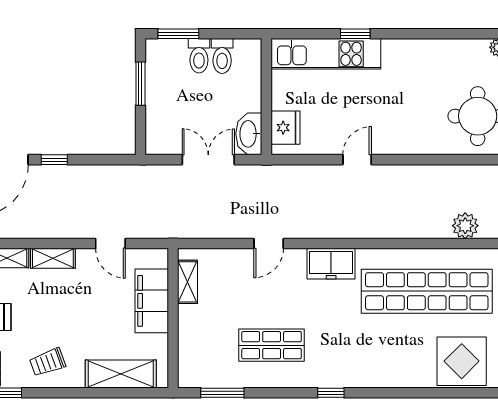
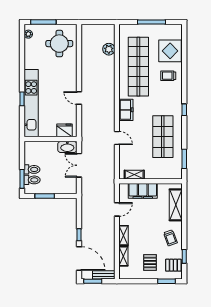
kitchen unit: (326, 54) -> (31, 103), width x1.36
toilet: (222, 56) -> (32, 180), moved
shop shelf: (272, 345) -> (163, 137), width x1.43, depth x1.36
trolley: (407, 357) -> (168, 76), added

